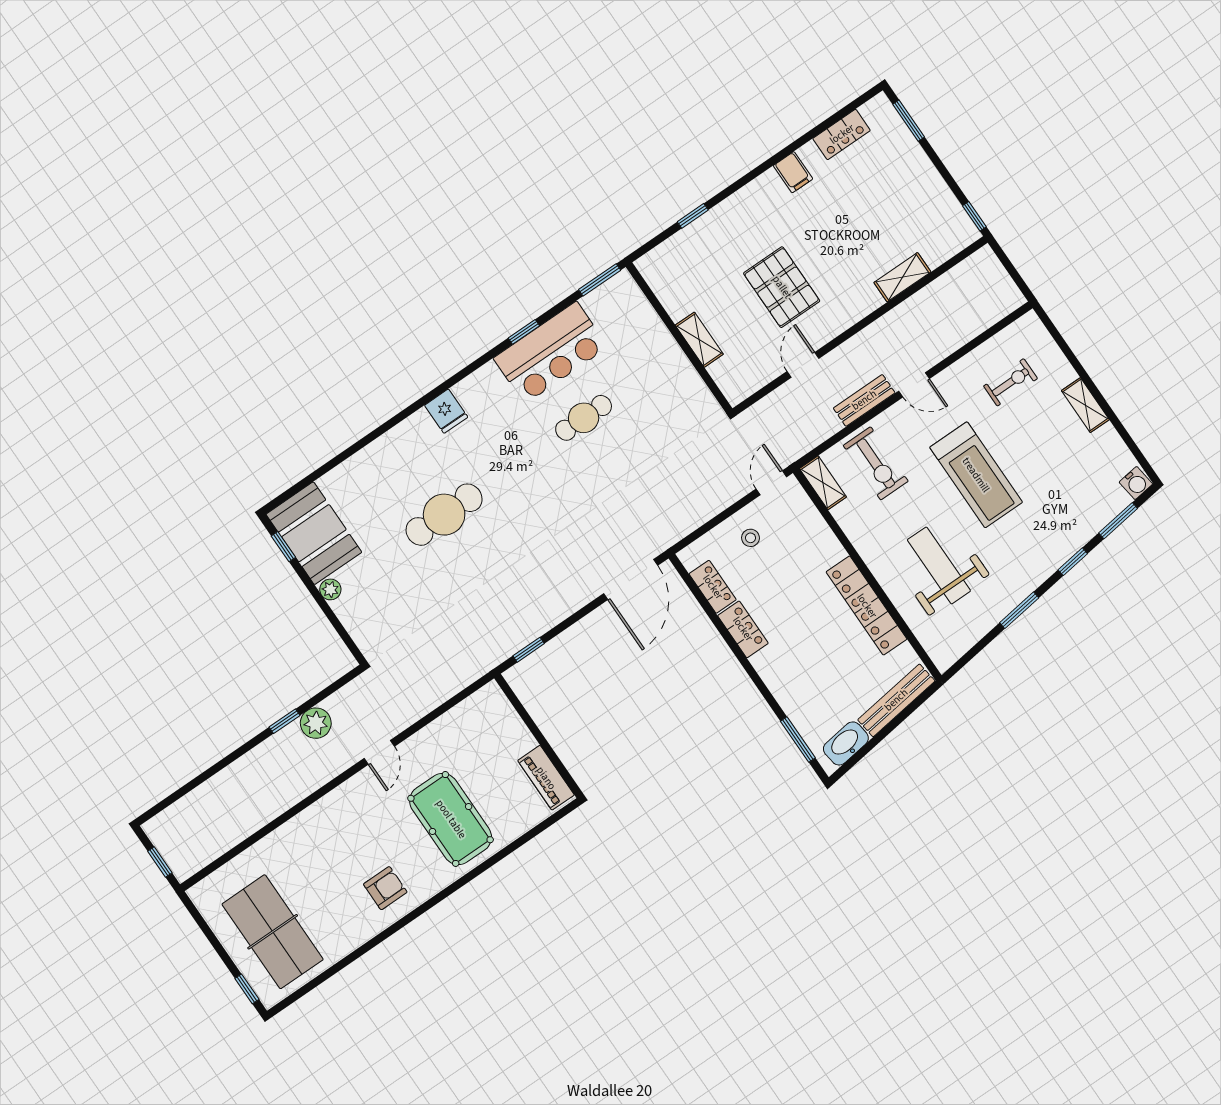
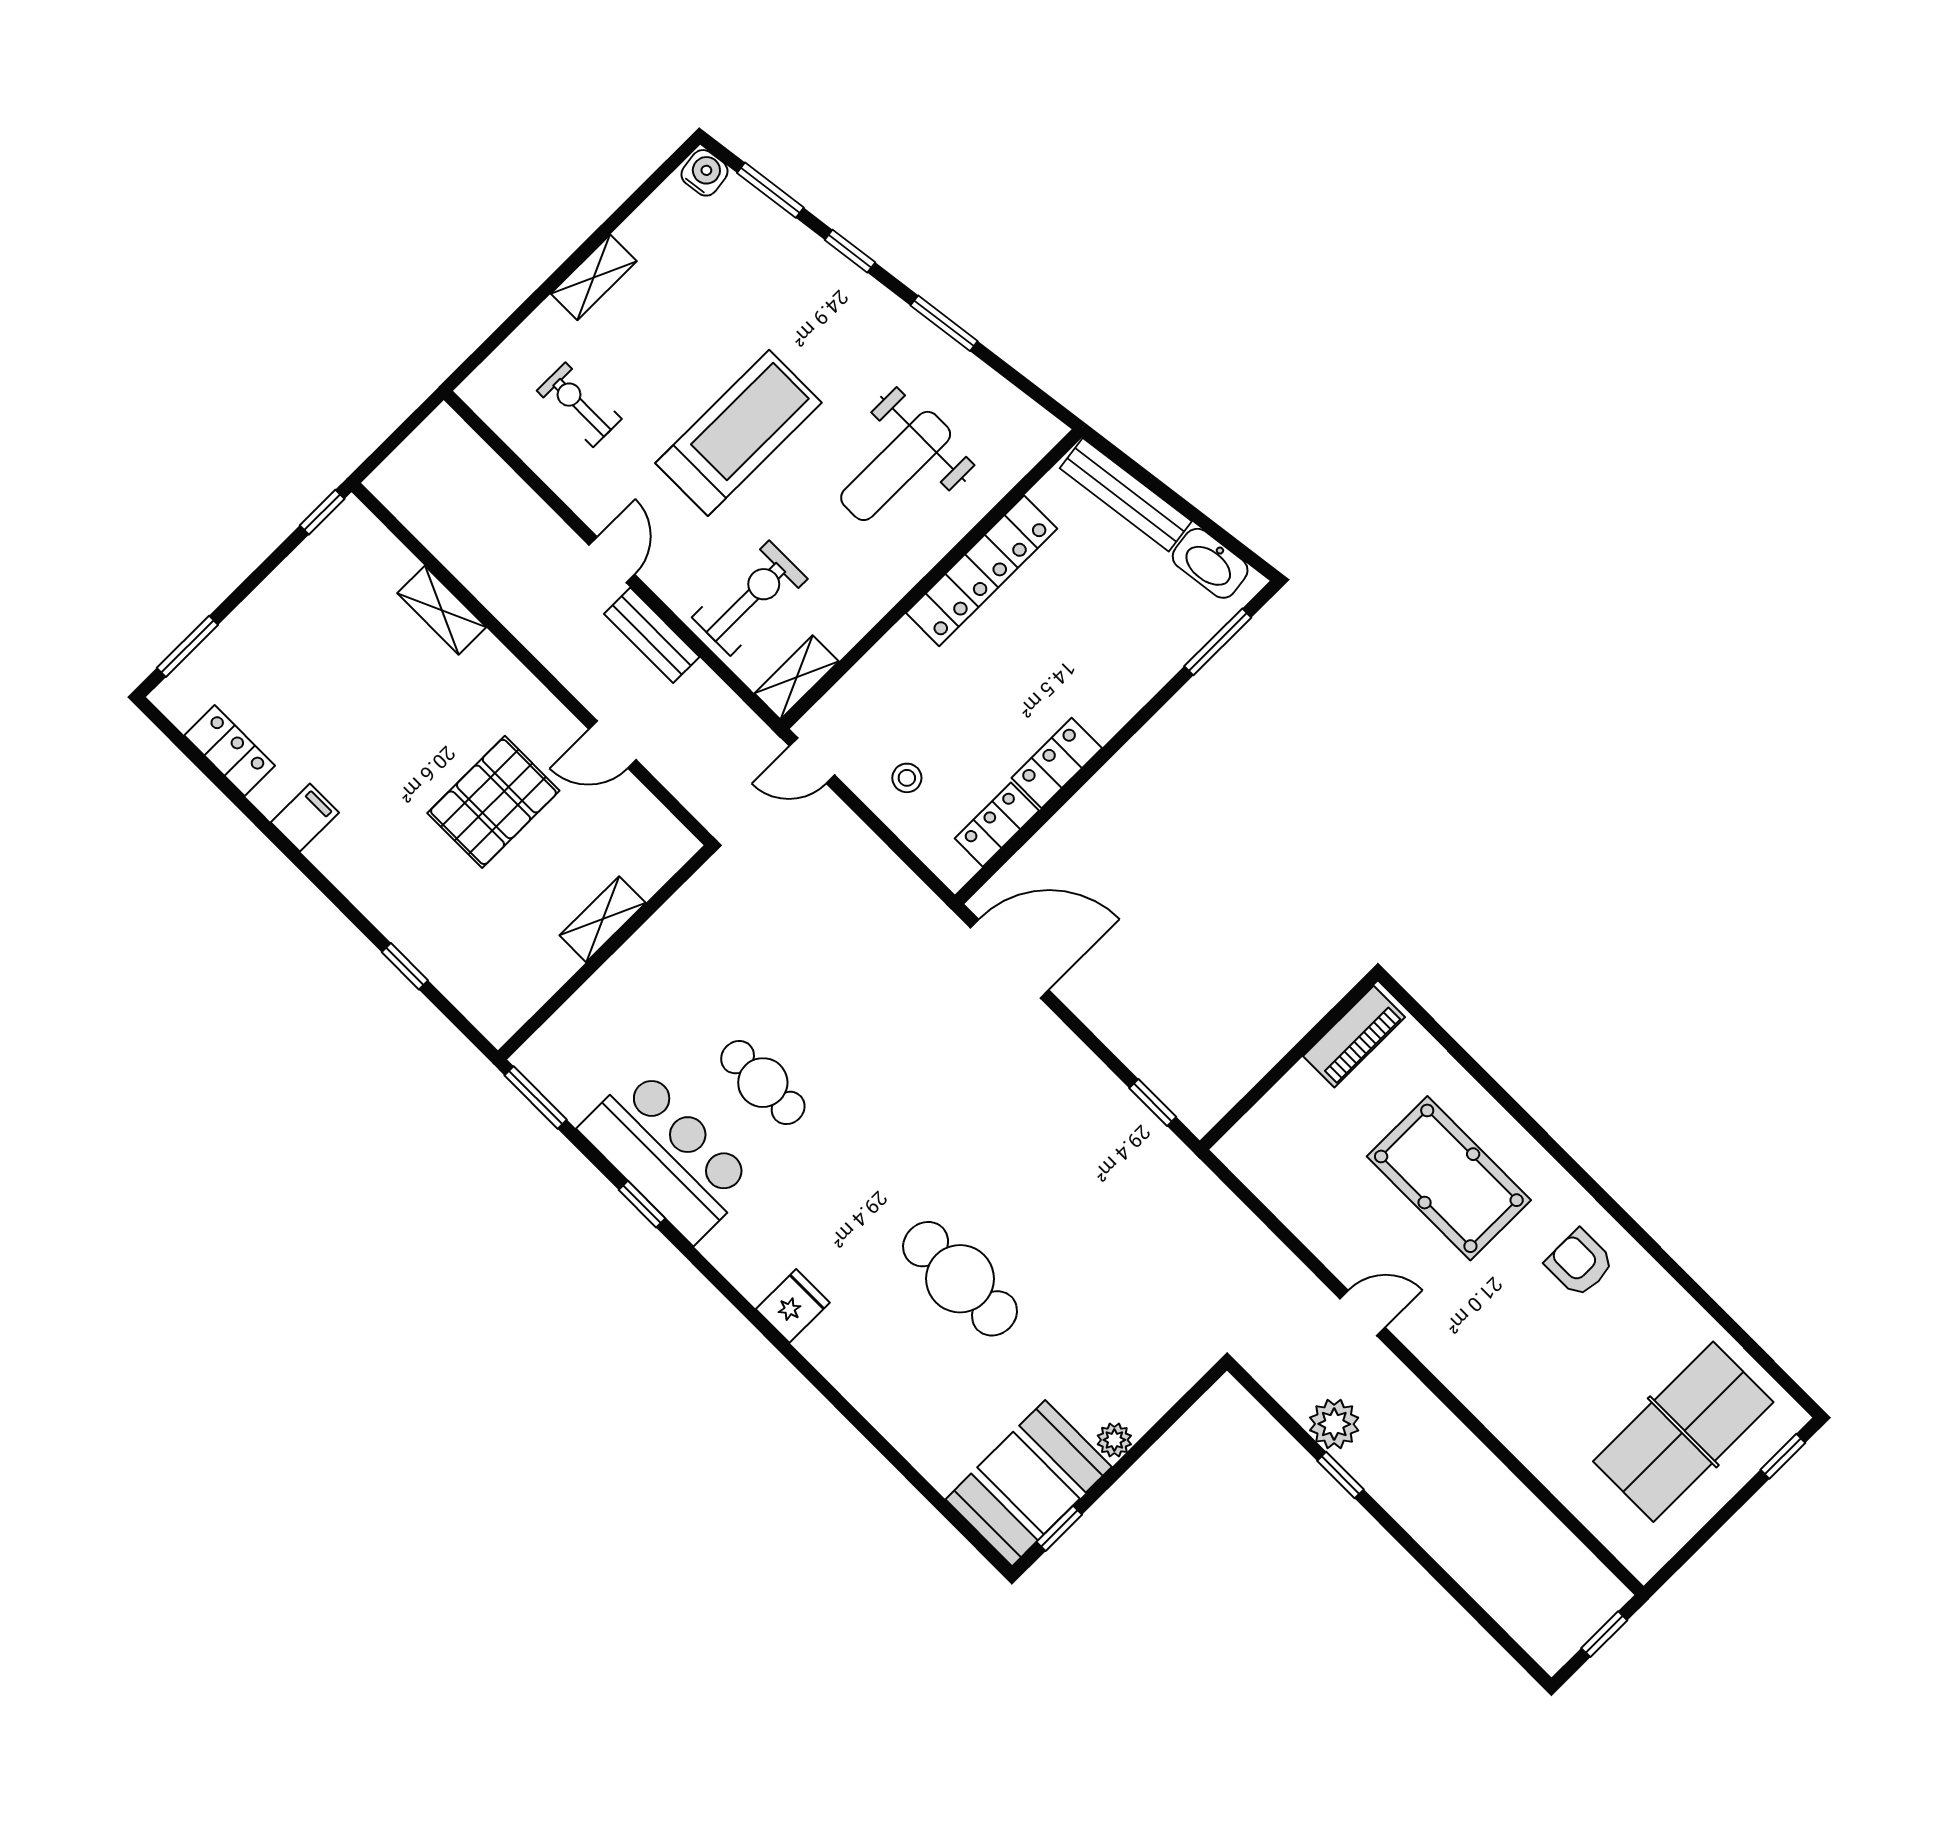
pool table: (451, 819) -> (1449, 1178), turned 90

